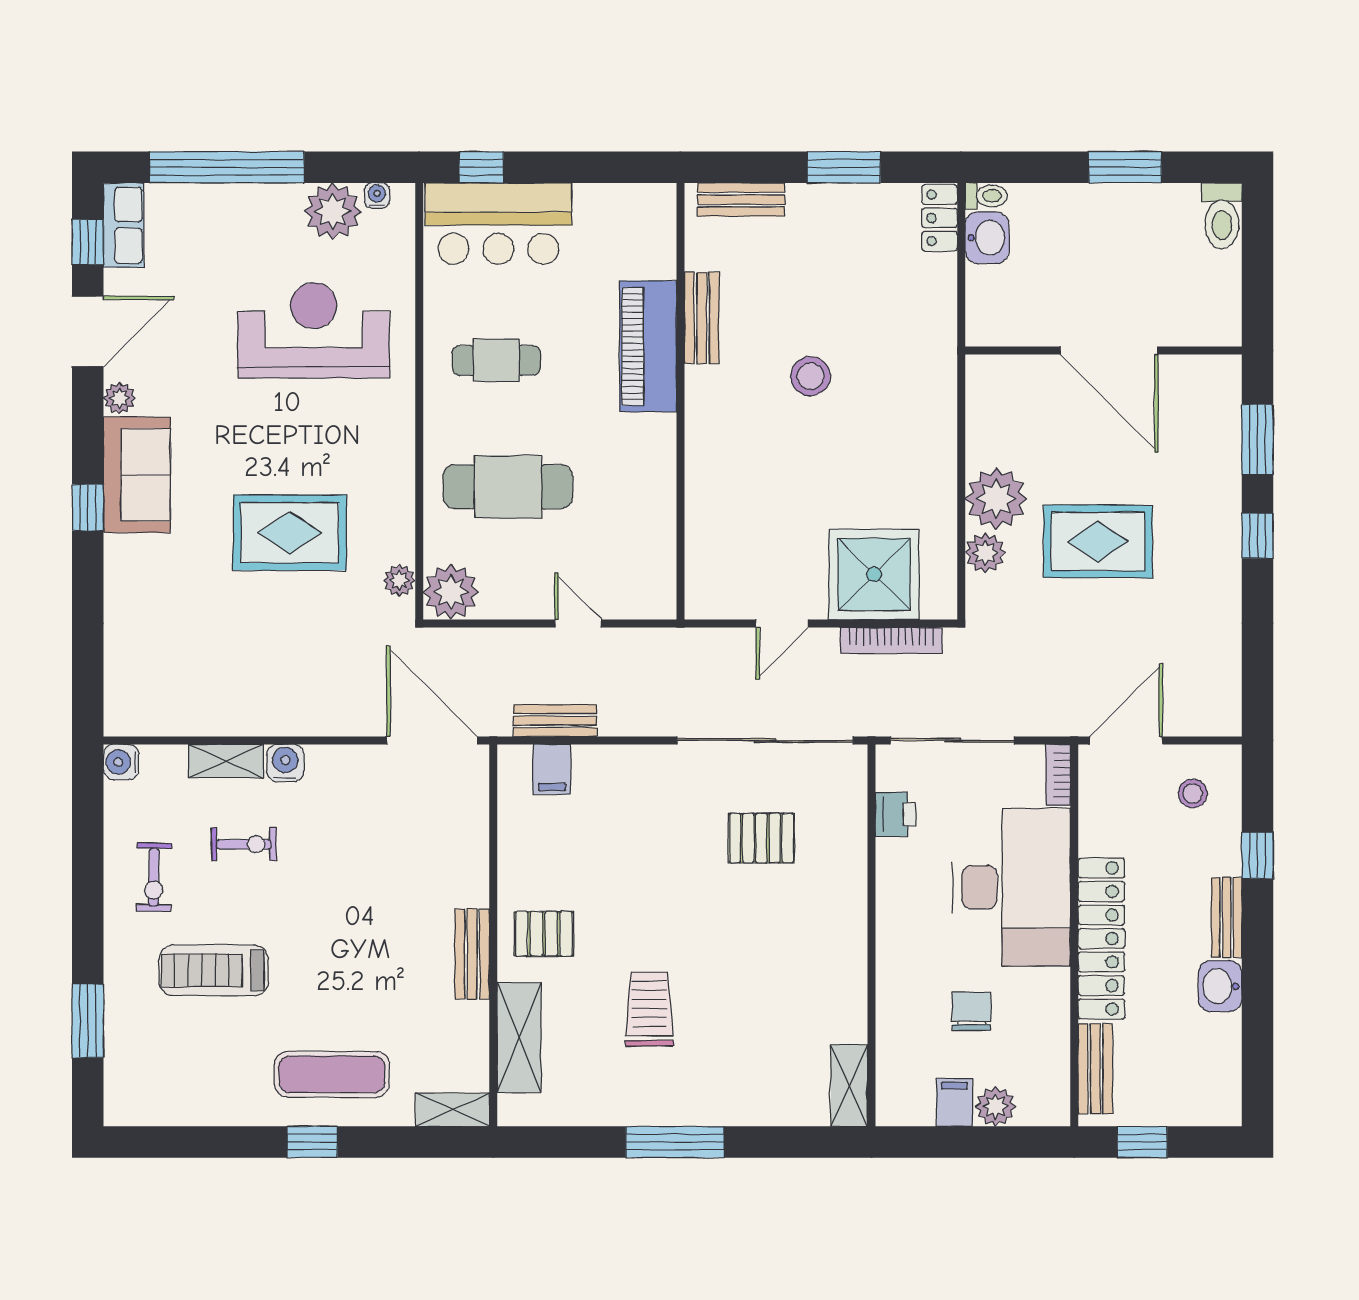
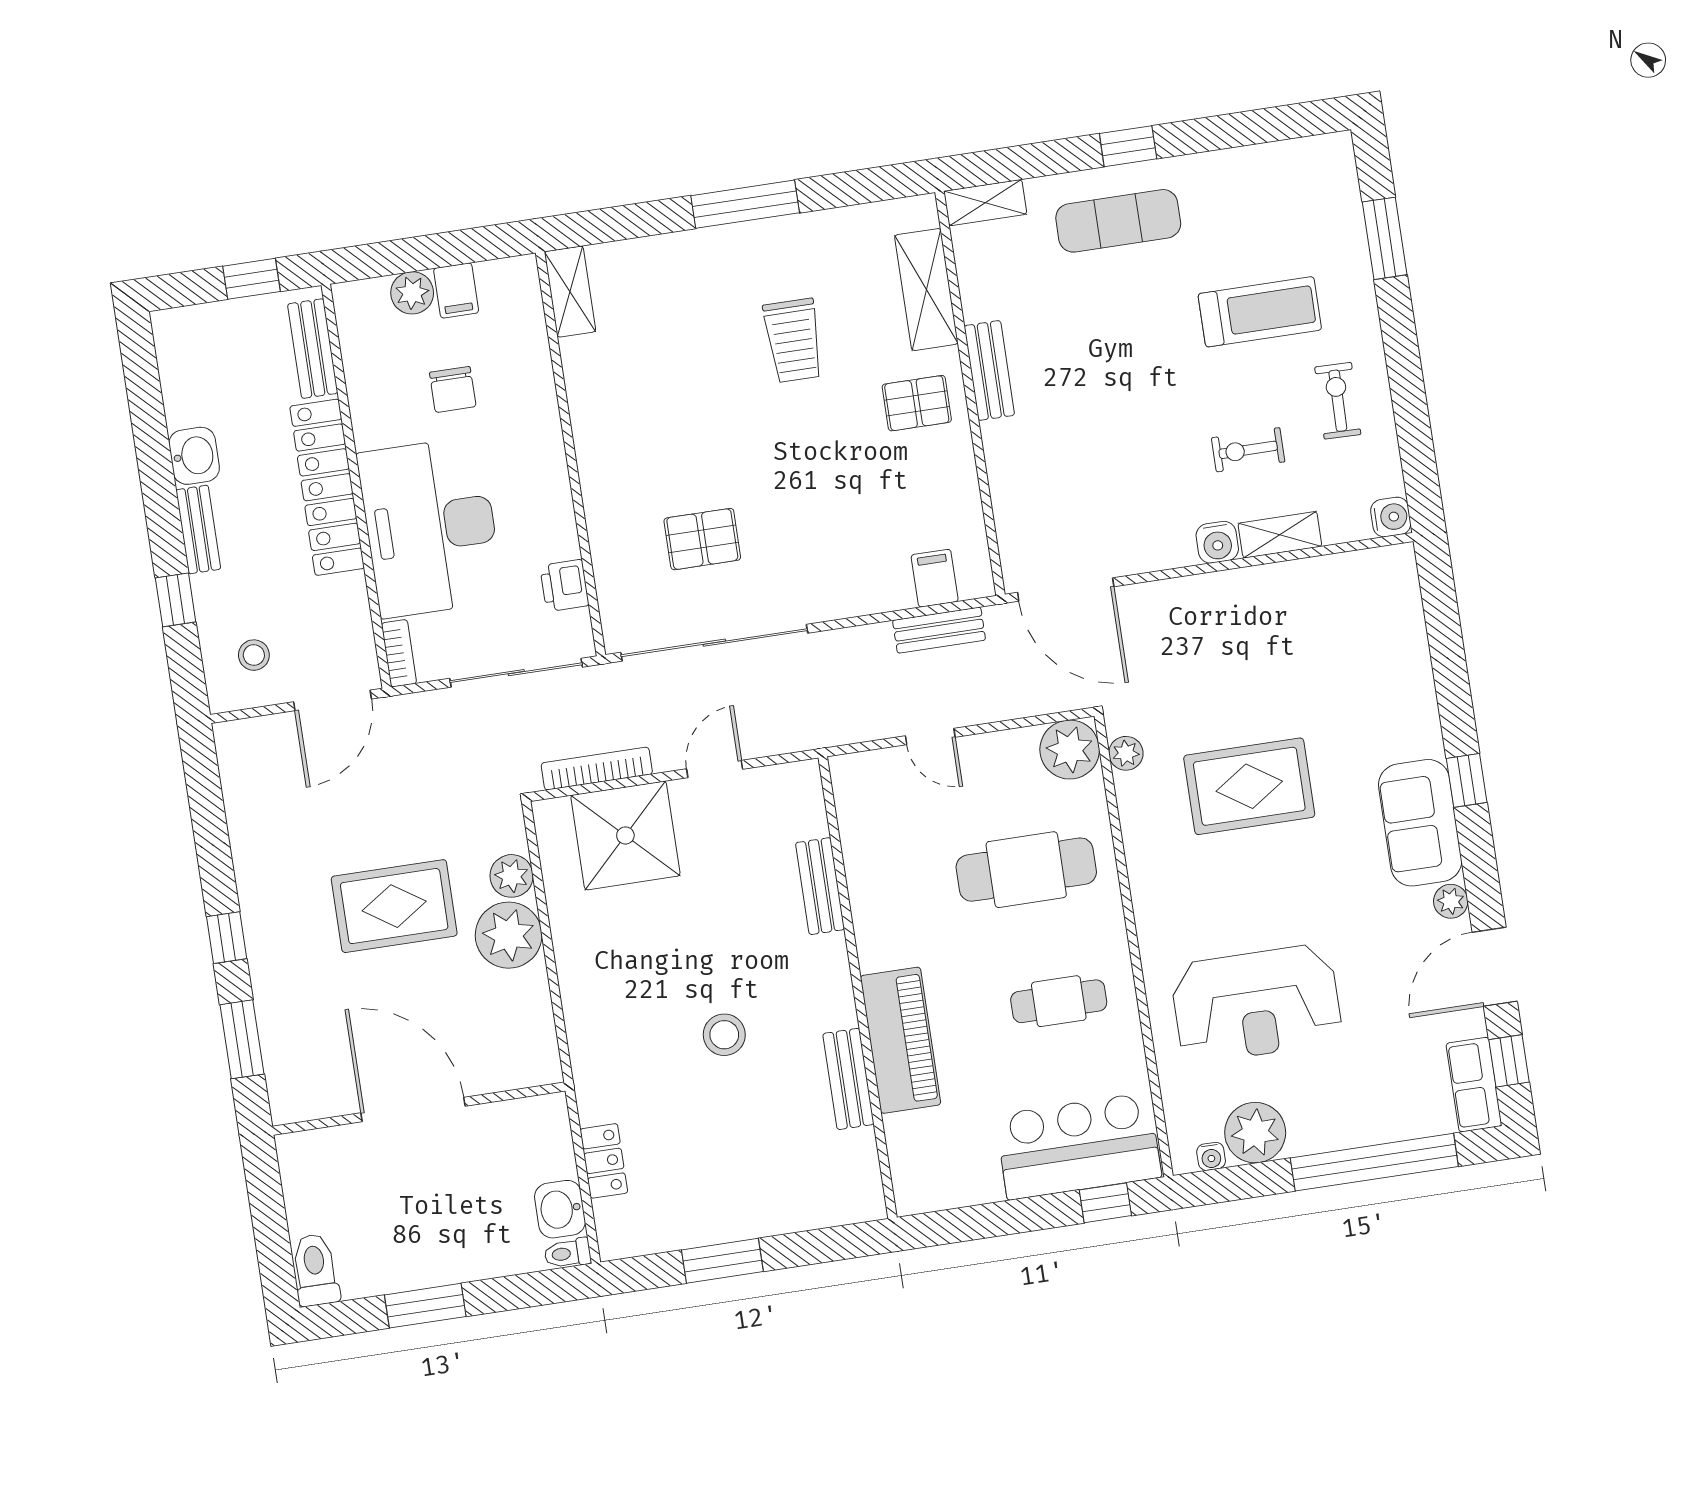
bench: (741, 200) -> (820, 886), moved, turned 90
locker: (940, 218) -> (604, 1161), moved

